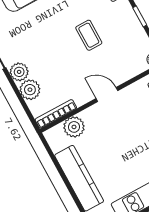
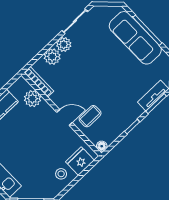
coffee table: (89, 35) -> (90, 116), moved
door: (107, 95) -> (65, 117), hinge flipped

